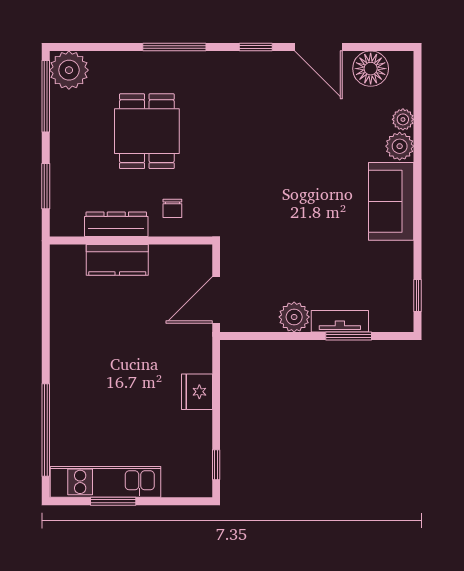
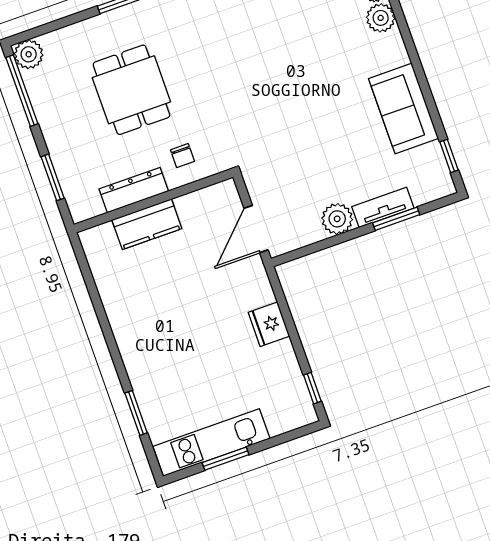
plant: (69, 70) -> (29, 54), width x0.73, depth x0.73
sofa: (391, 201) -> (403, 109), moved
window: (46, 430) -> (136, 413), width x0.47

